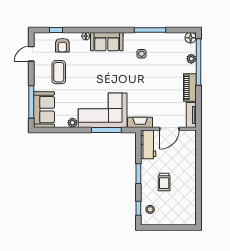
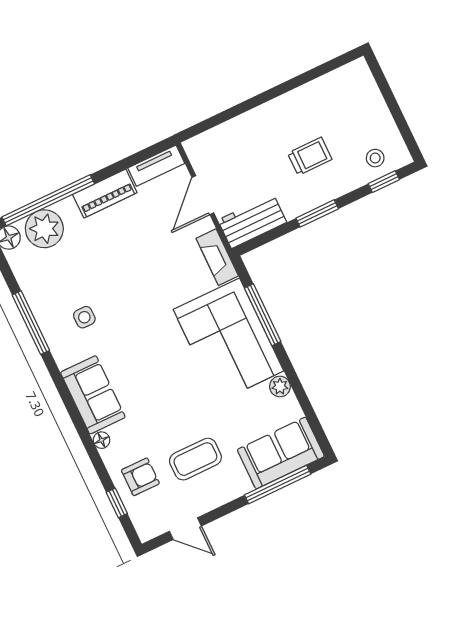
plant: (191, 59) -> (44, 229), width x1.87, depth x1.87
door: (169, 129) -> (203, 195), swing flipped

